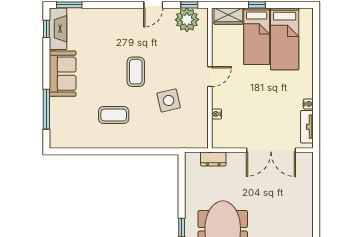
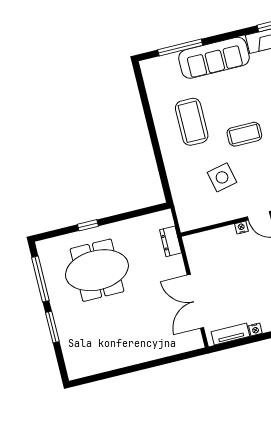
sofa: (63, 74) -> (214, 58), width x1.36
nightstand: (216, 114) -> (241, 228), moved
coffee table: (114, 115) -> (192, 122), width x1.36, depth x1.32

